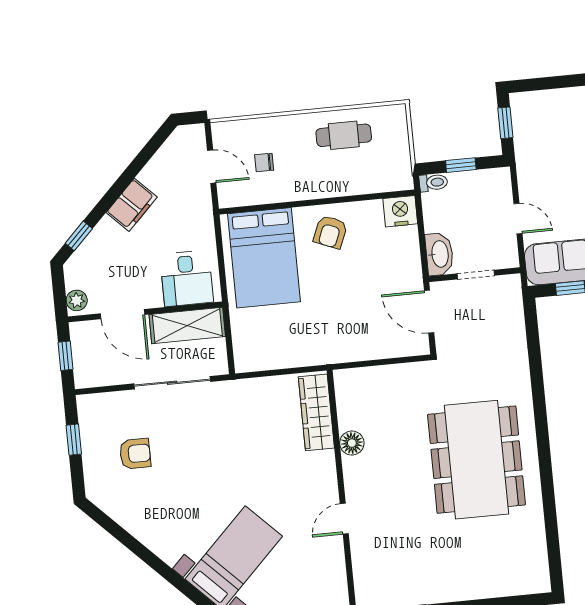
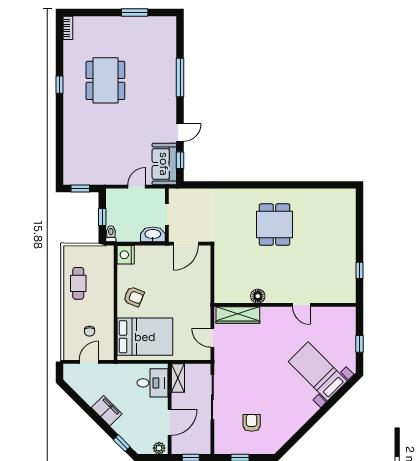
shelving: (187, 326) -> (178, 378), width x0.67, depth x0.75
door: (273, 373) -> (212, 338), added
dining table: (477, 460) -> (275, 225), width x0.53, depth x0.80

